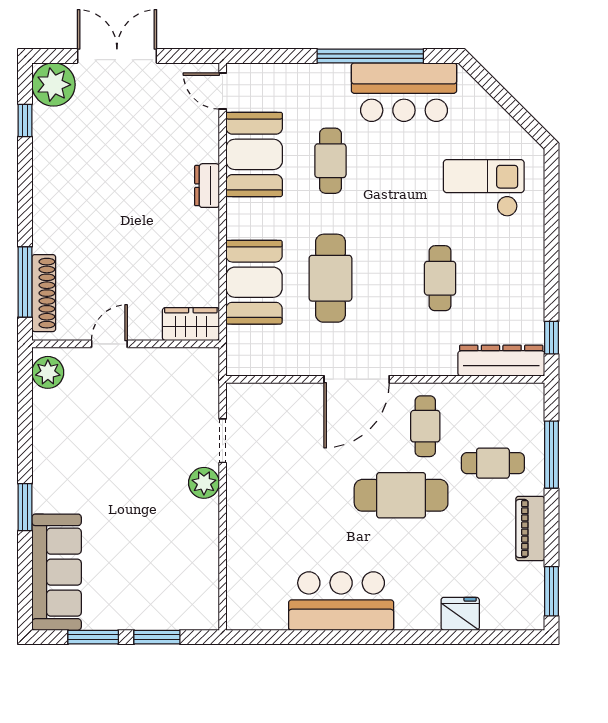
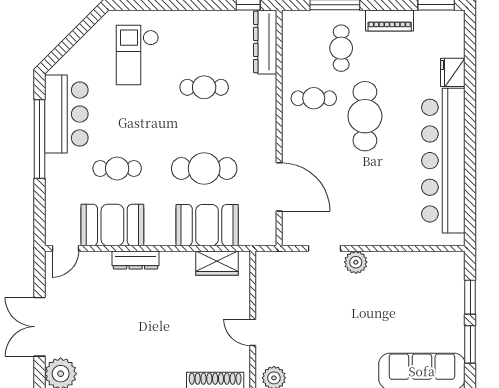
dresser: (207, 186) -> (136, 260), width x1.44
wardrobe: (191, 324) -> (217, 263), moved, turned -90
door: (357, 379) -> (279, 187), moved
bar counter: (341, 601) -> (443, 161), width x1.86

